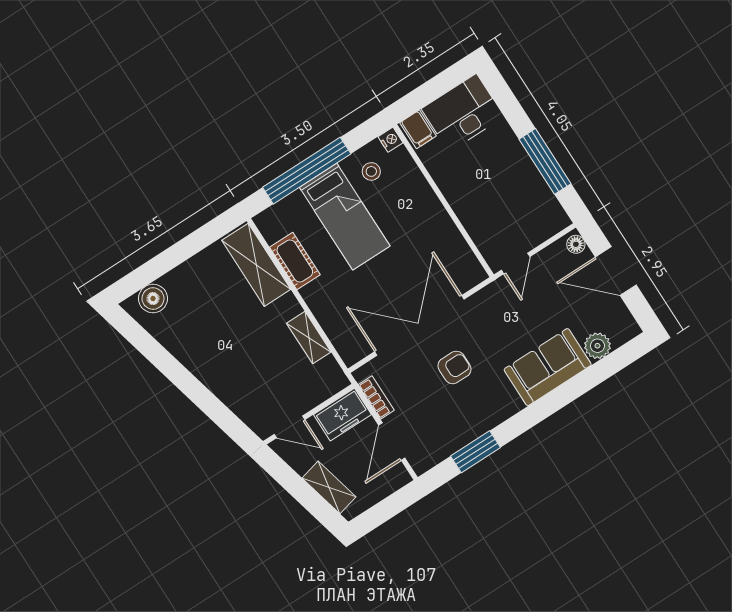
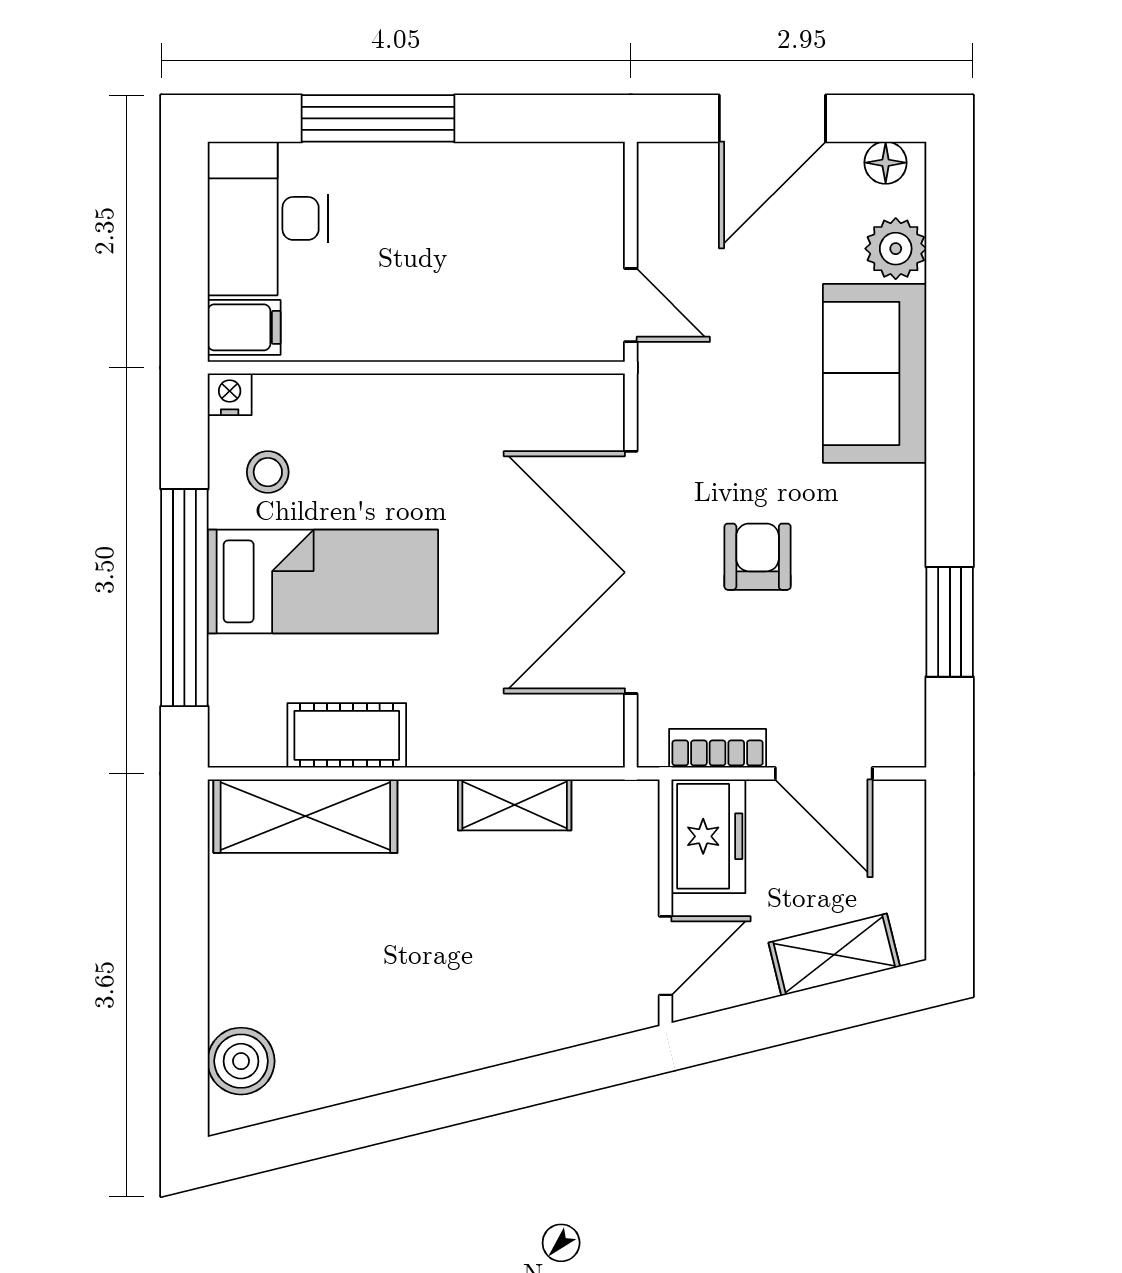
window: (545, 161) -> (378, 118), moved
floor lamp: (576, 244) -> (886, 163), moved

